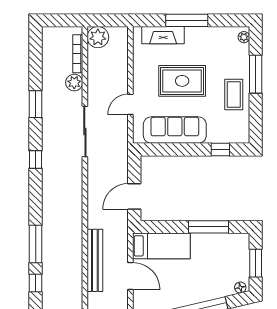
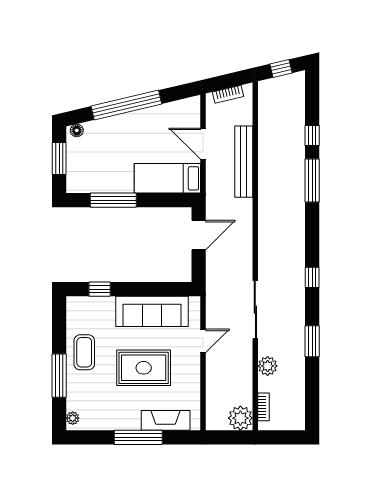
bookcase: (78, 54) -> (264, 407), width x0.64

